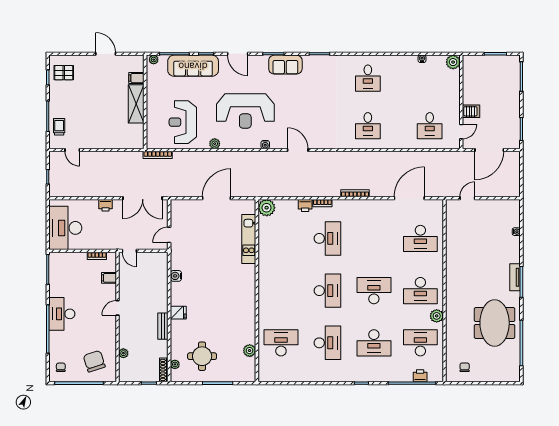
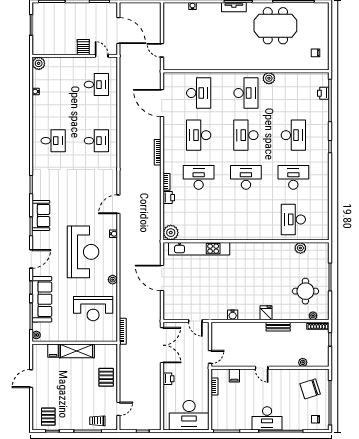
pallet: (107, 136) -> (106, 377), added
kitchen unit: (249, 239) -> (199, 249), width x1.36
desk: (420, 343) -> (199, 135), moved

